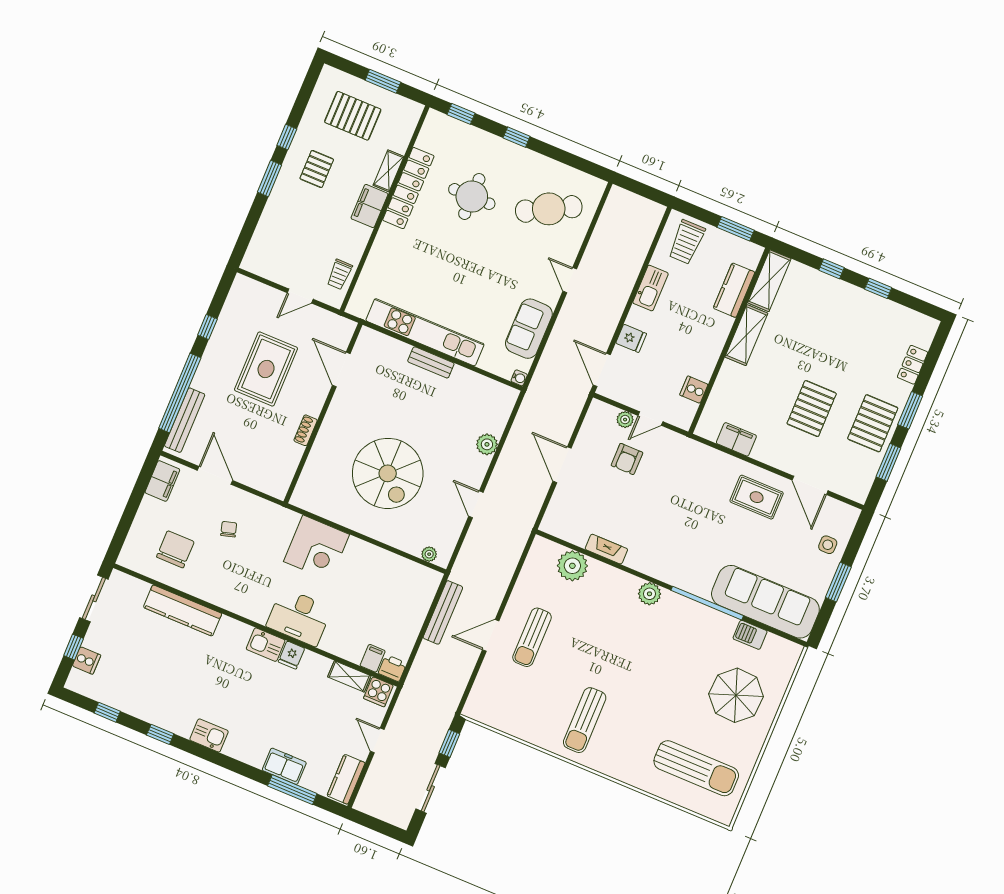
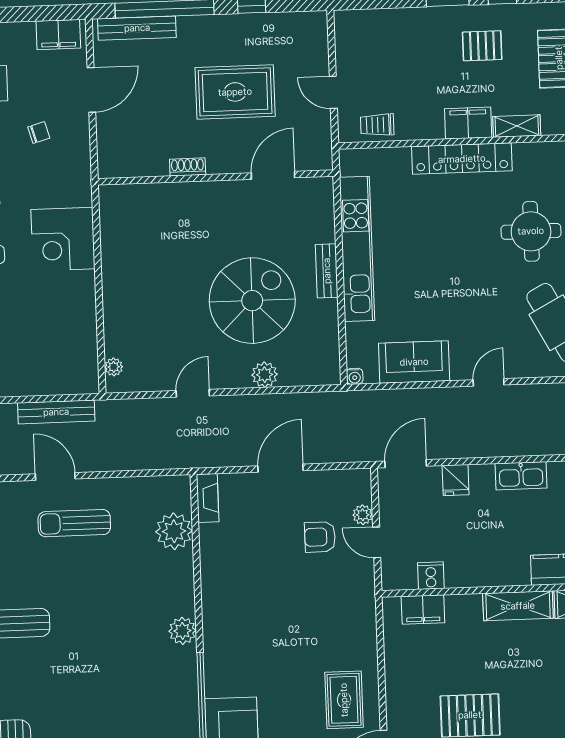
locker: (408, 188) -> (462, 159), moved
filing cabinet: (736, 439) -> (423, 609), moved, turned 90
spiral stairs: (388, 473) -> (252, 301), moved, turned 180
fireplace: (606, 549) -> (208, 498), moved

